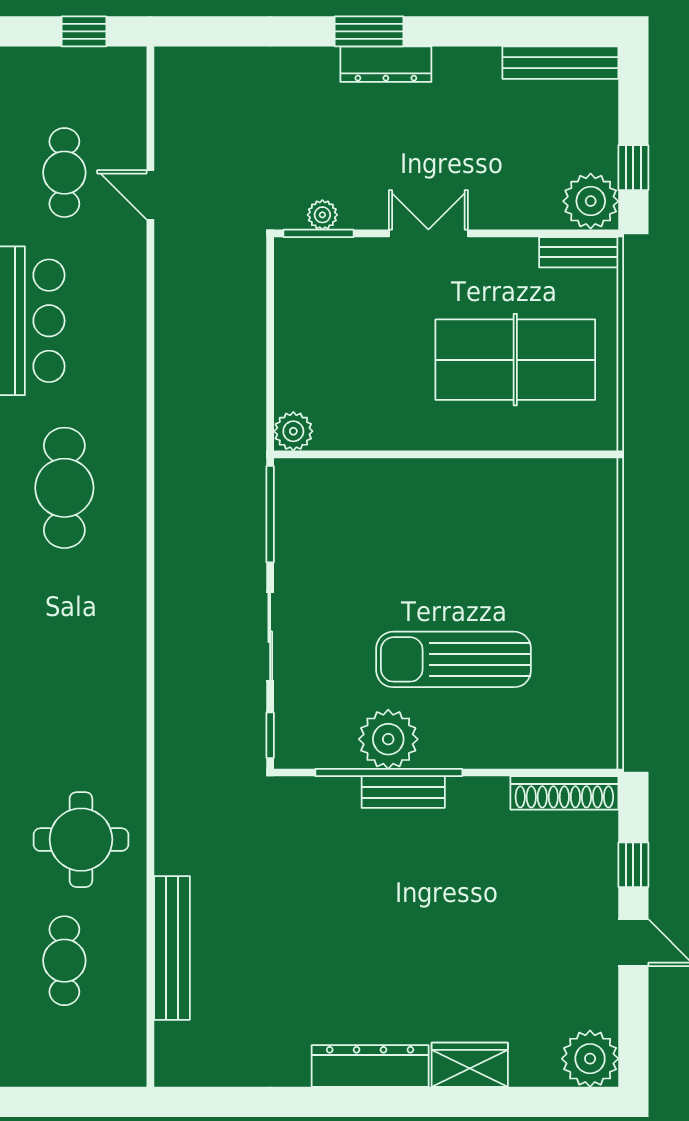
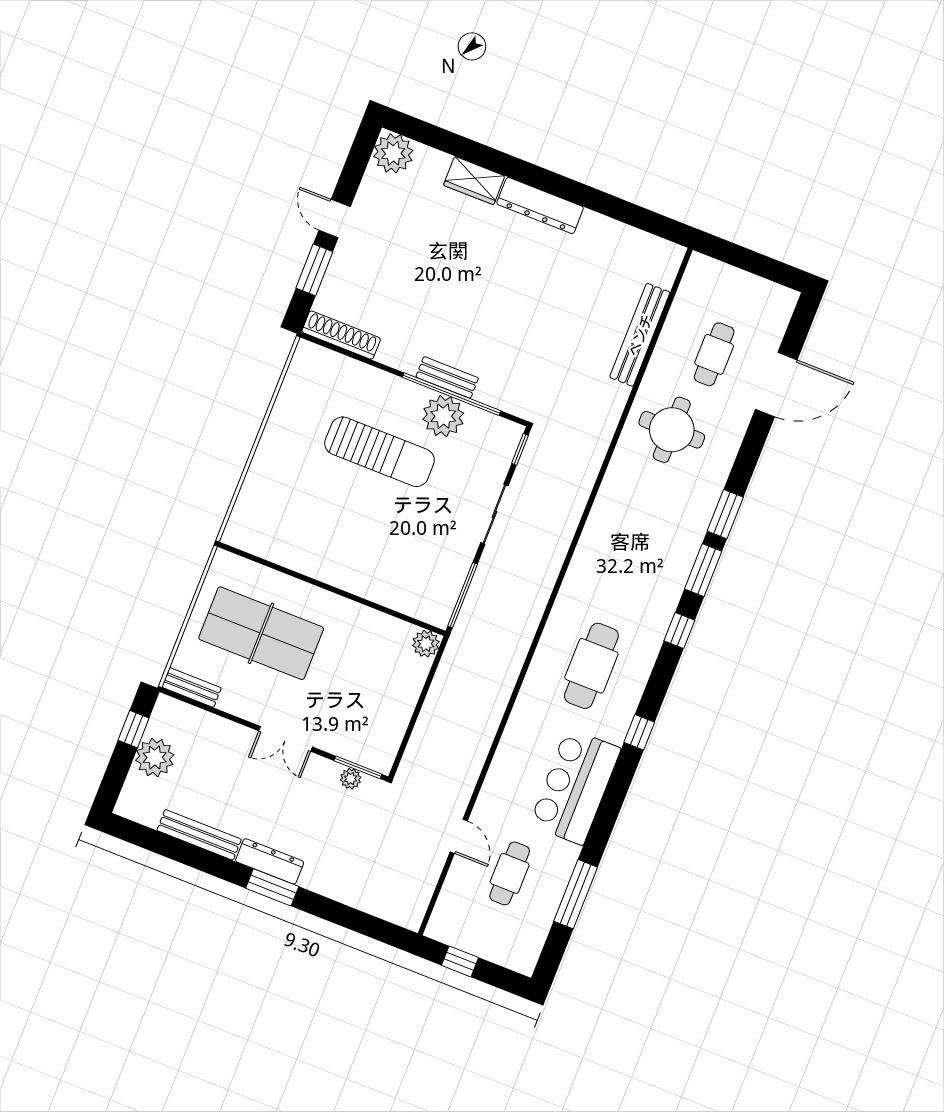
bench: (560, 63) -> (199, 835), moved
plant: (591, 201) -> (155, 758), moved
window: (633, 865) -> (314, 270), width x1.50

